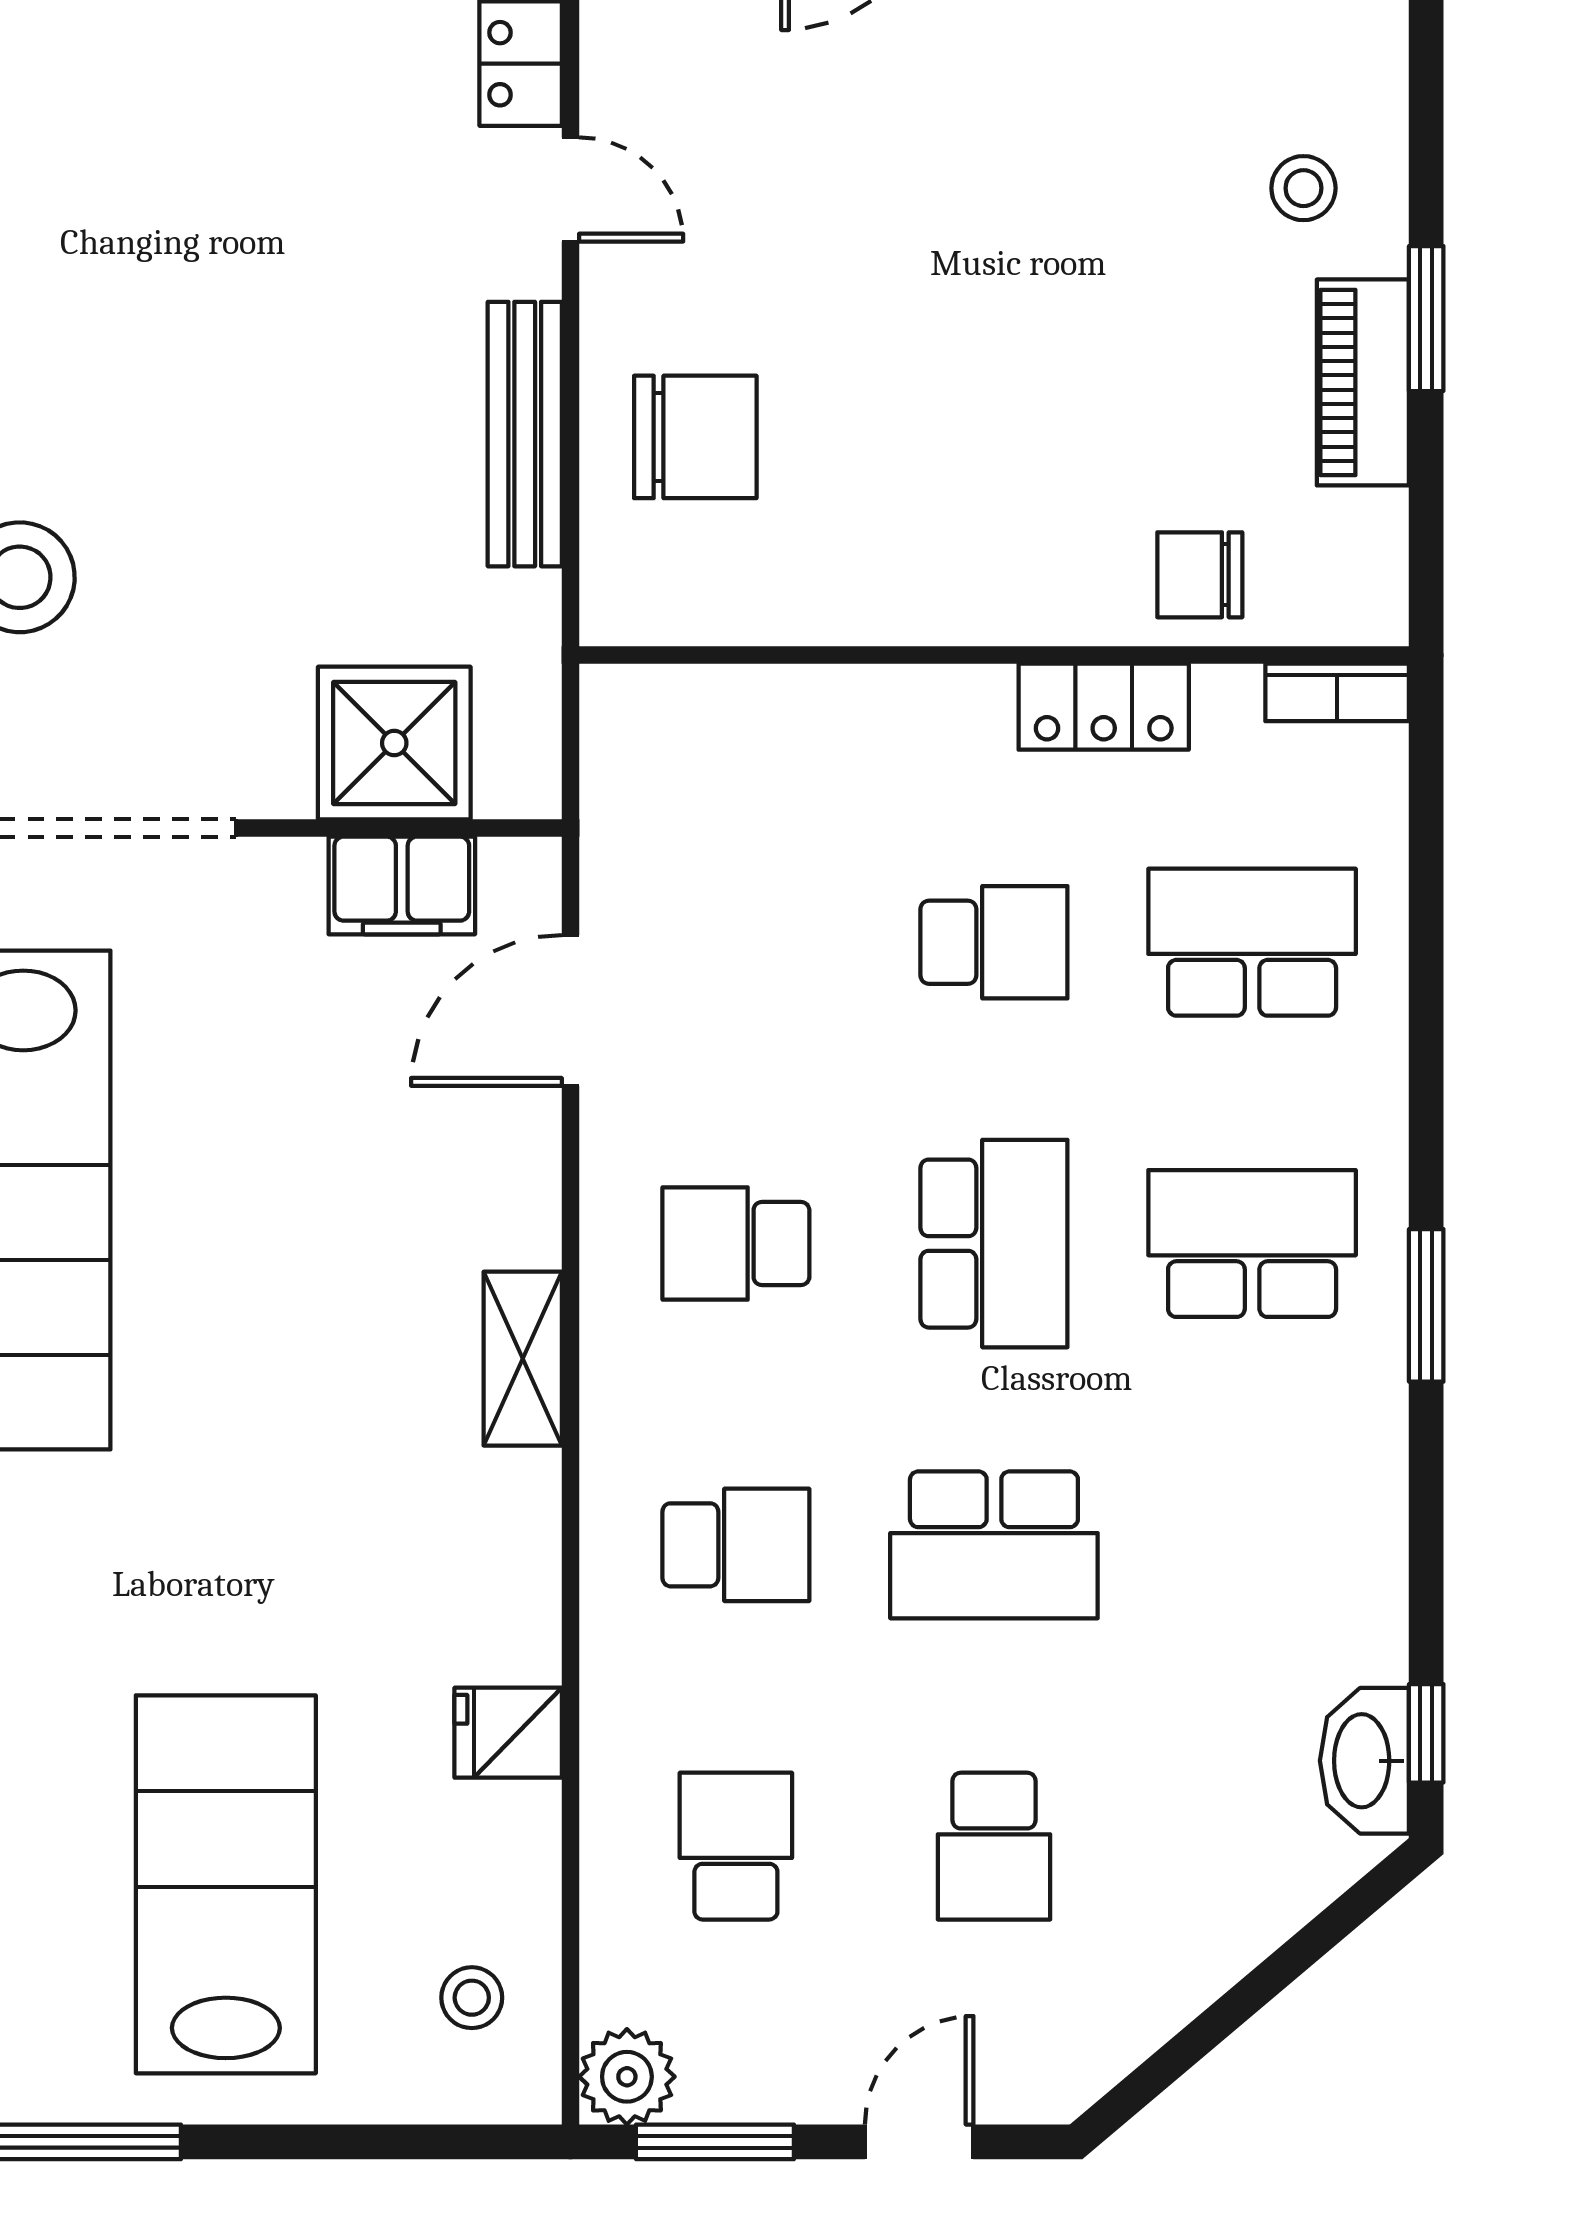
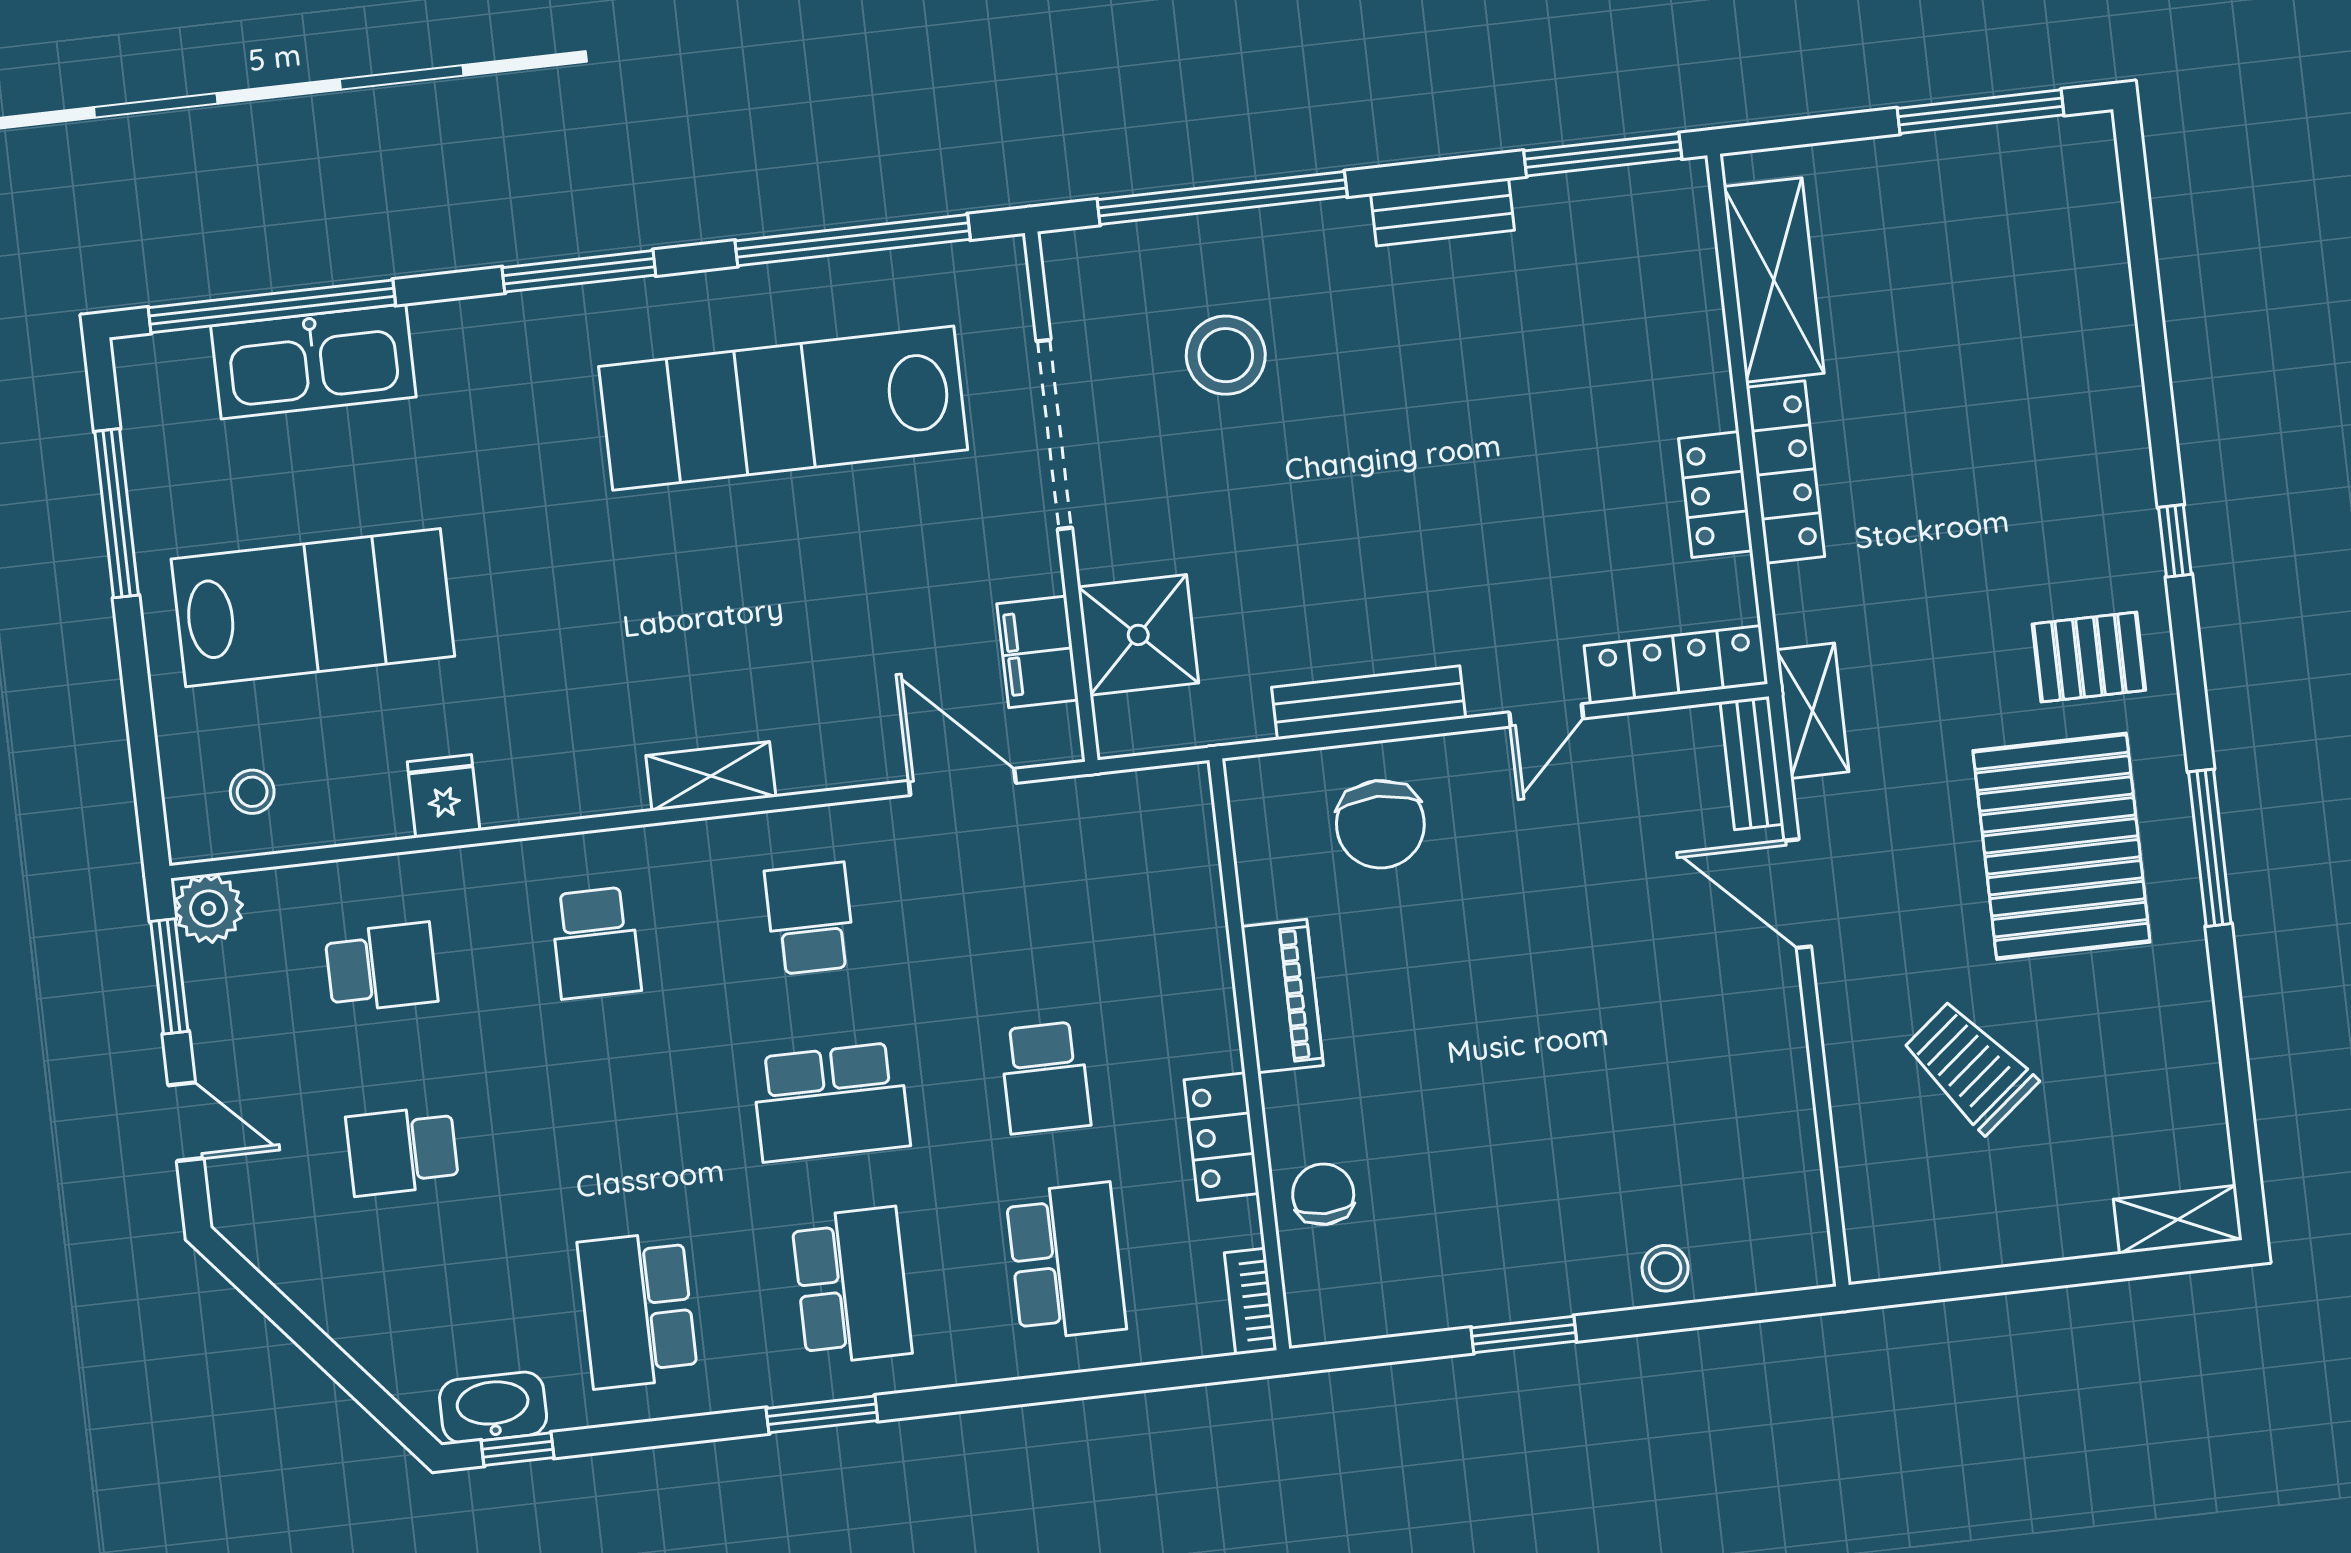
stool: (1303, 188) -> (1665, 1268), moved
piano: (1363, 382) -> (1282, 996), moved, turned 90
school desk: (994, 1545) -> (637, 1310), moved

